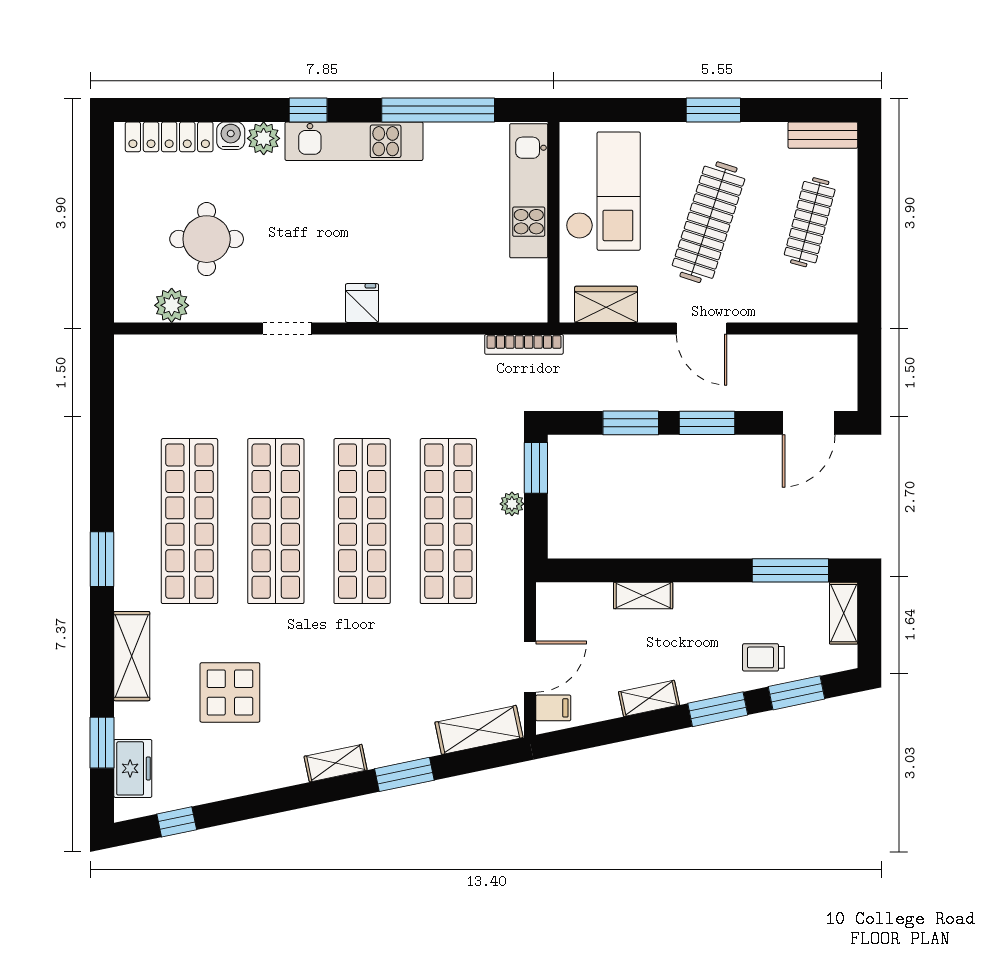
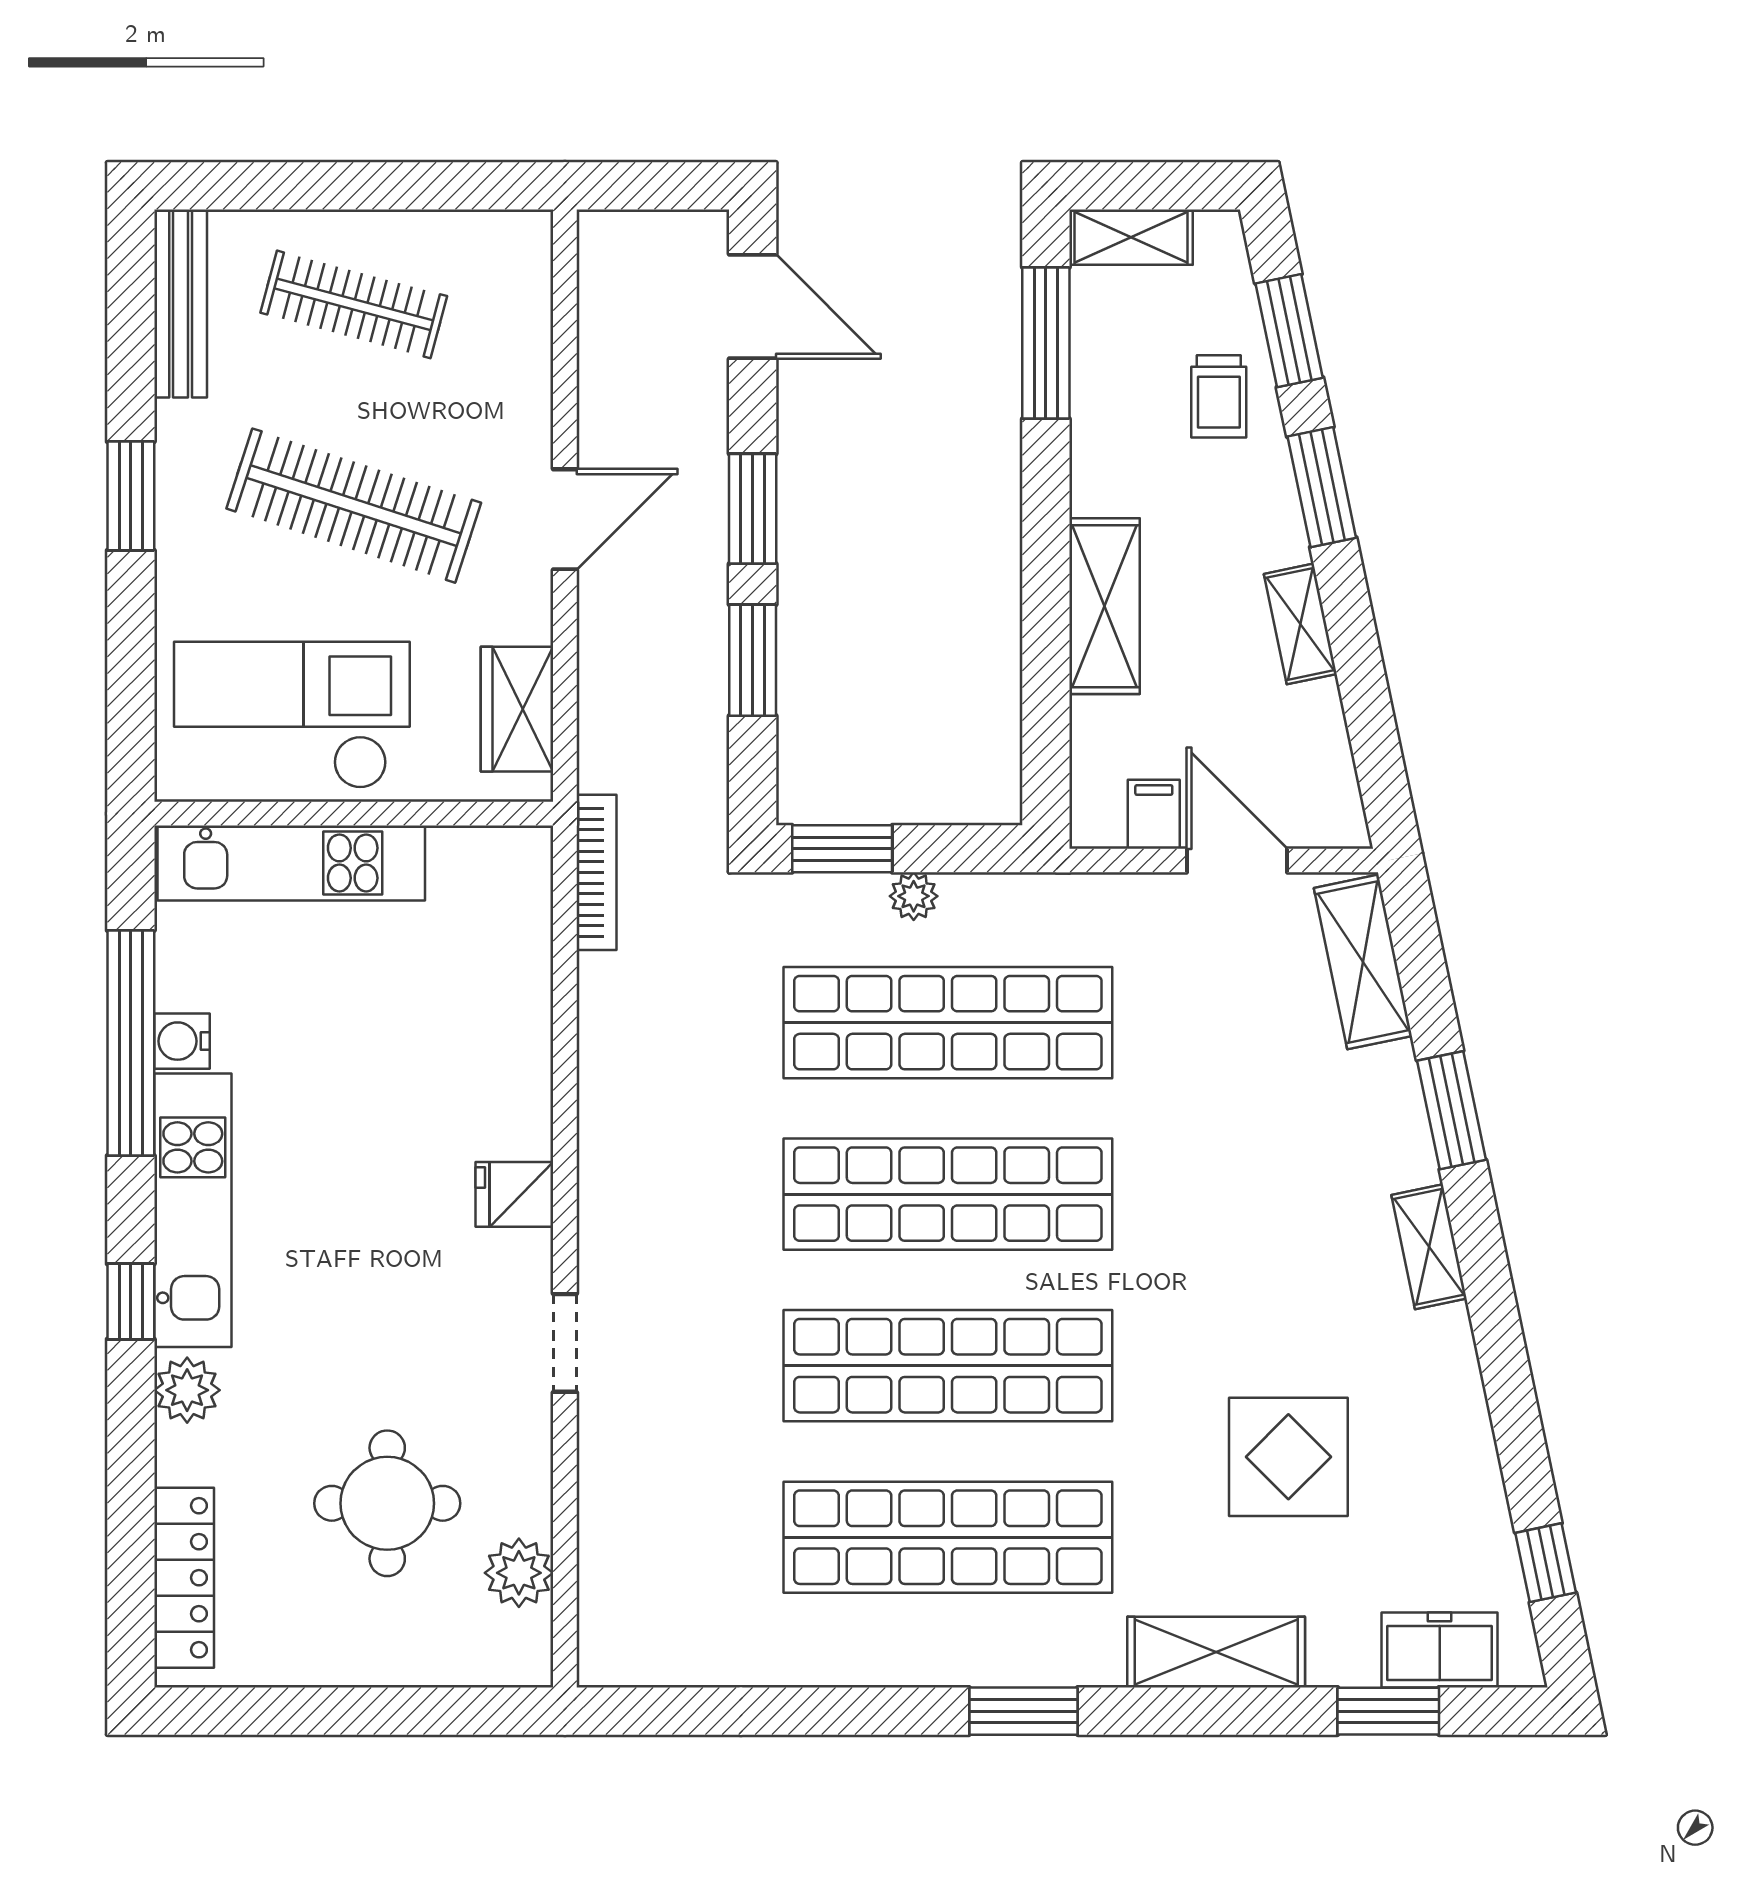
bench: (823, 135) -> (181, 303), width x1.36
water cooler: (231, 136) -> (182, 1041), moved
shelving: (643, 595) -> (1105, 606), width x1.50, depth x1.33
filing cabinet: (553, 708) -> (1154, 814), moved

